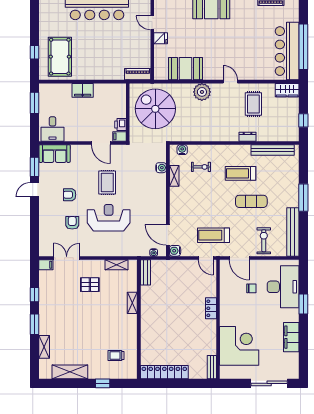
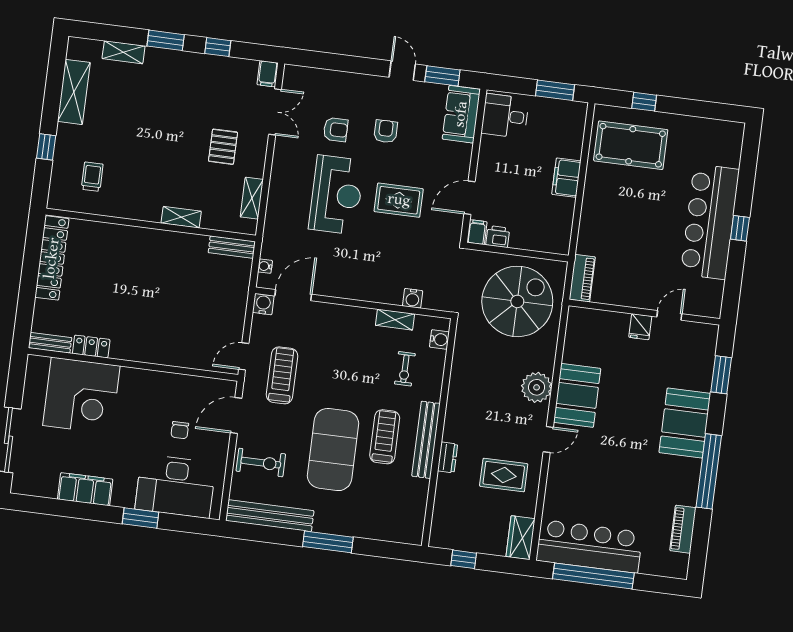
booth: (185, 69) -> (577, 395), moved
bench: (273, 150) -> (426, 440), moved
exercise mat: (251, 201) -> (333, 450), width x2.00, depth x1.45
locker: (211, 308) -> (91, 346), moved

